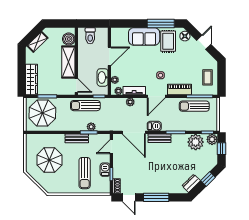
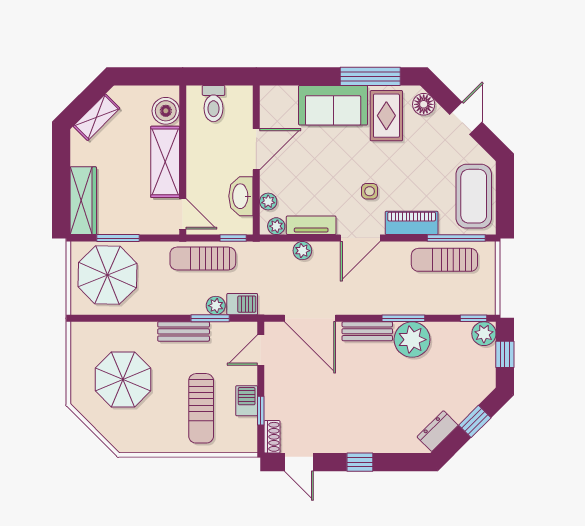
coffee table: (207, 77) -> (474, 196), width x1.86, depth x1.72
barbecue: (154, 126) -> (242, 304), moved
plant: (196, 142) -> (412, 340), moved
window: (156, 197) -> (360, 462), width x0.46

